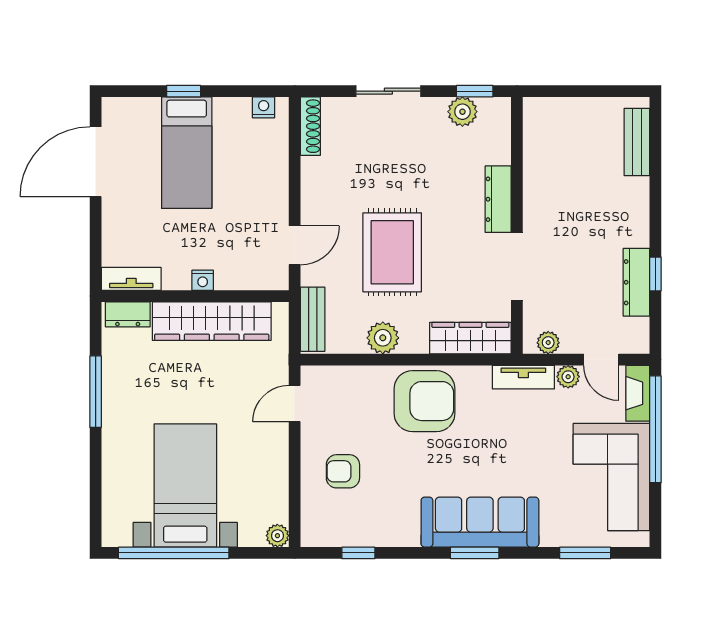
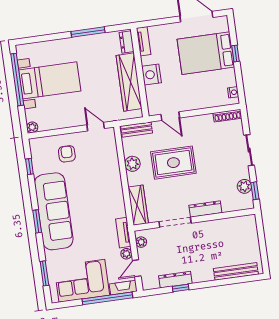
bench: (637, 142) -> (236, 271), width x1.36
bed: (187, 153) -> (206, 53), width x1.50
nightstand: (203, 280) -> (151, 74), width x1.89, depth x1.79
armchair: (425, 401) -> (105, 188), removed
sofa: (480, 522) -> (54, 211), width x1.36, depth x1.27

